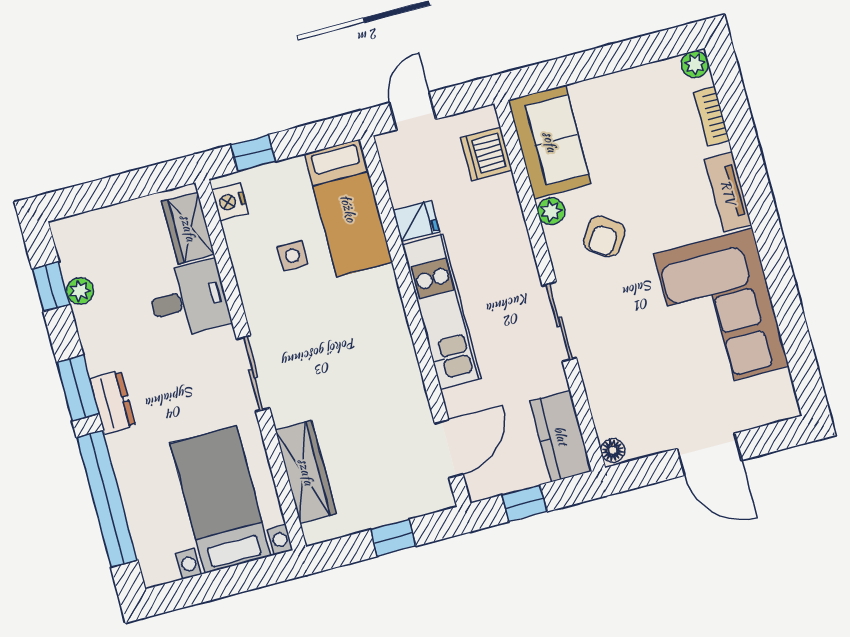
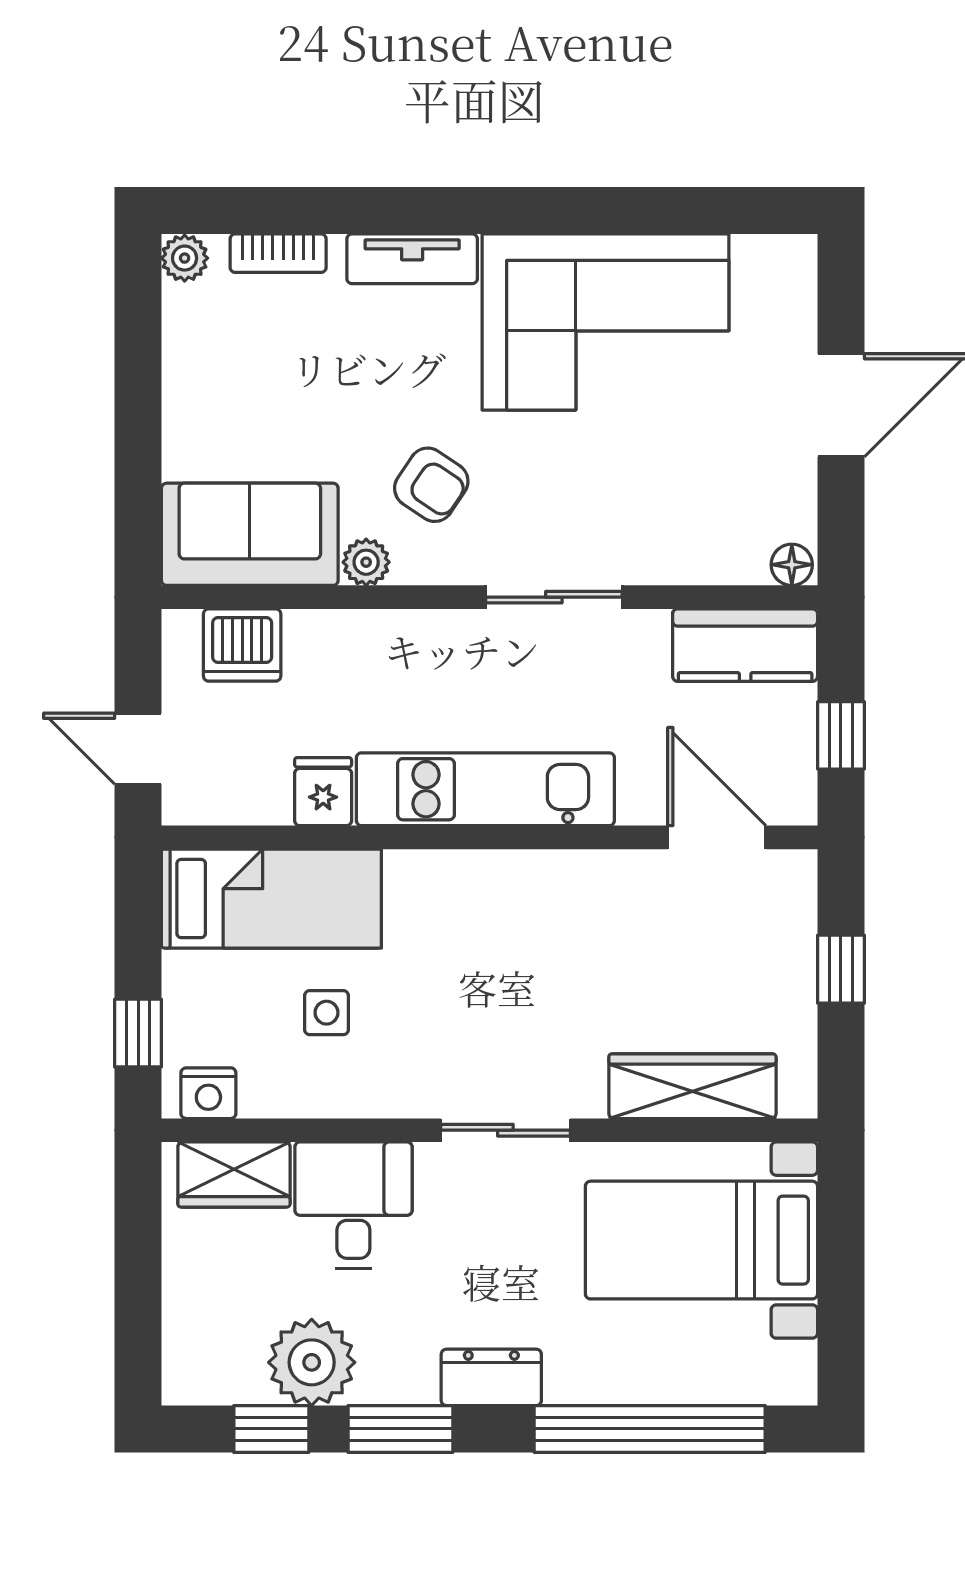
plant: (80, 291) -> (312, 1362), width x1.87, depth x1.87
window: (78, 388) -> (400, 1429), moved

